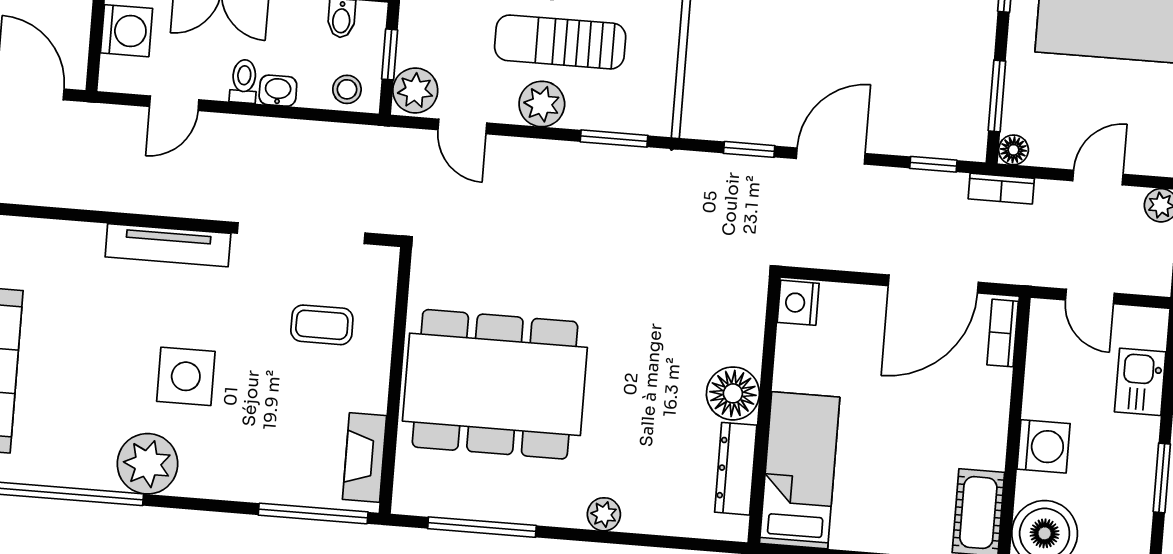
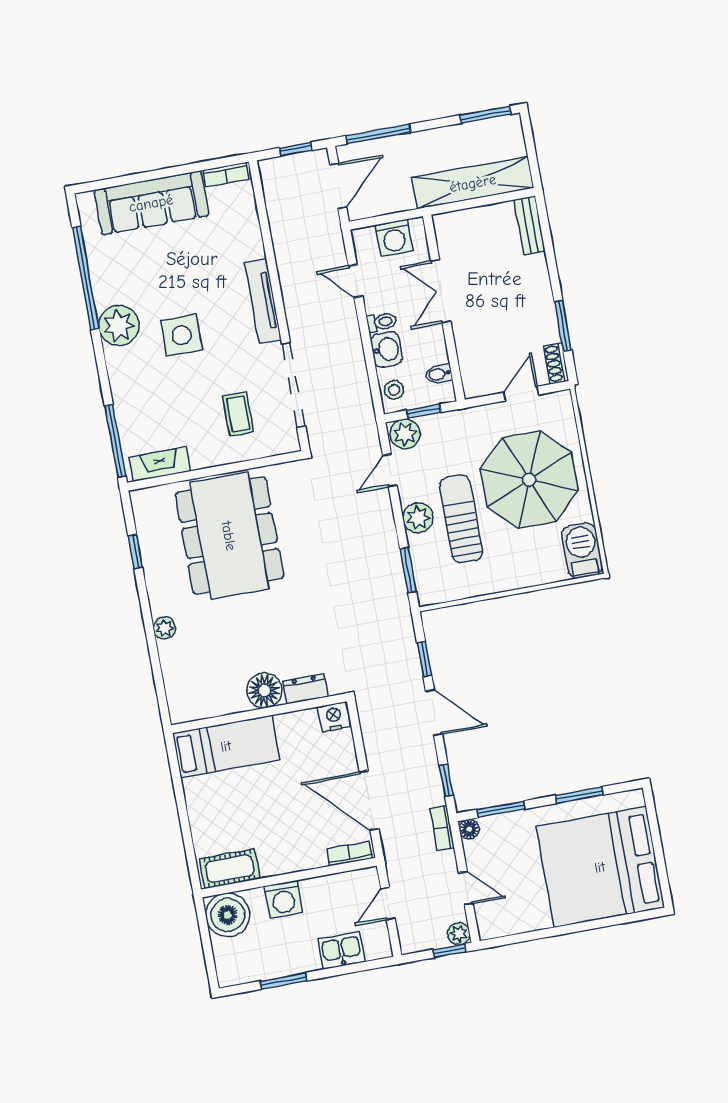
washbasin: (278, 91) -> (387, 349), width x1.38, depth x1.45
dresser: (736, 469) -> (305, 689), moved, width x0.70
window: (482, 527) -> (135, 552), width x0.46

